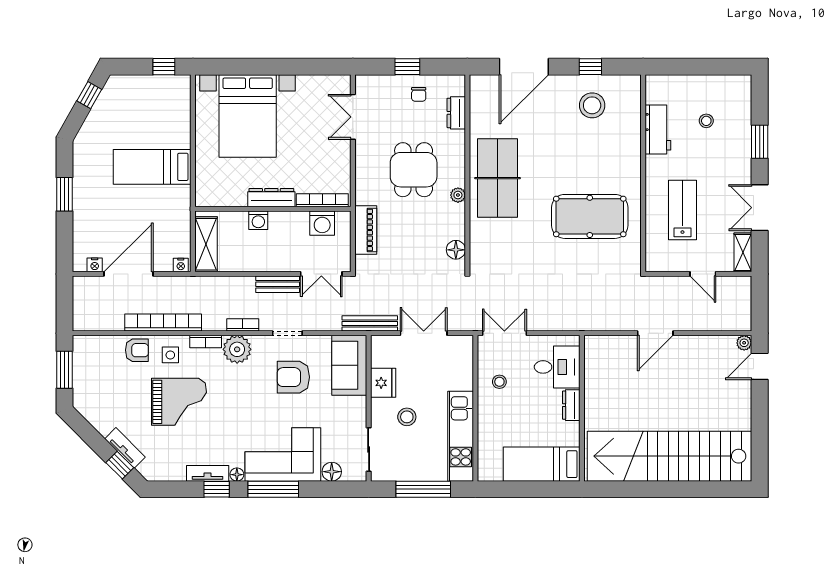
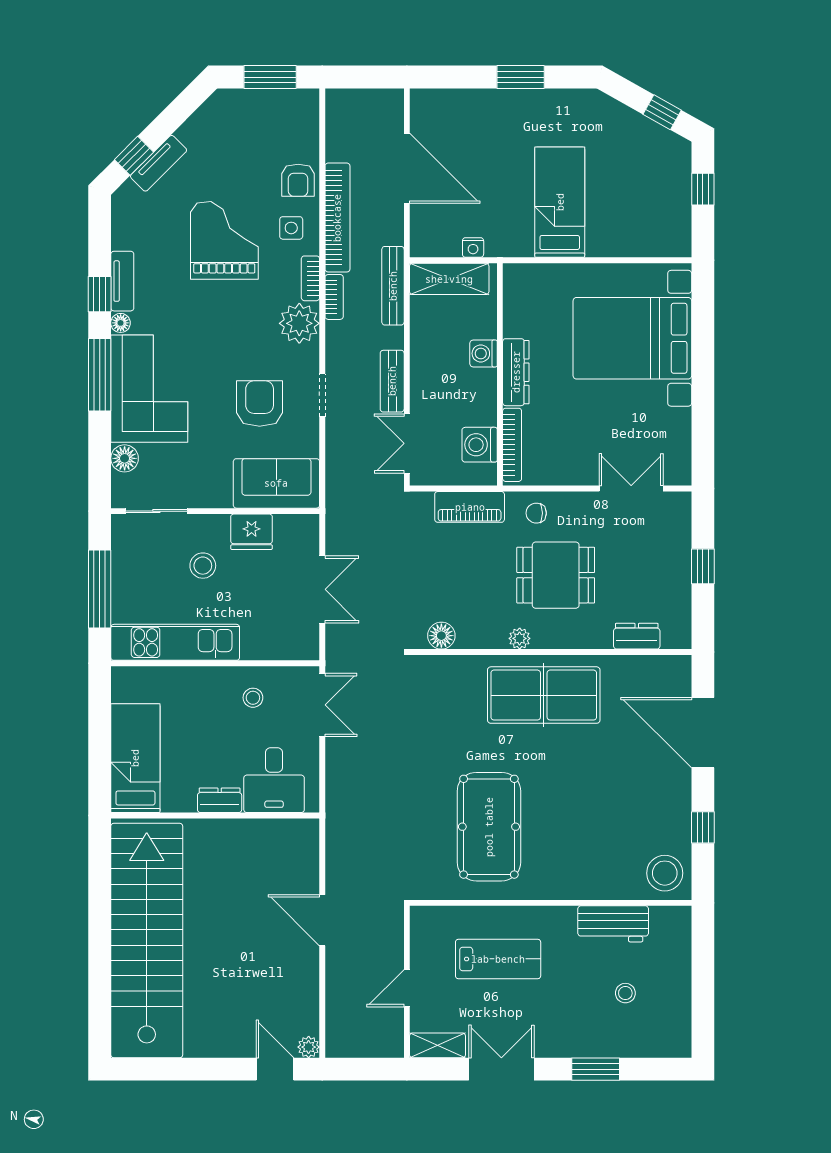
window: (164, 67) -> (703, 189), moved
chair: (419, 94) -> (536, 513), moved
stool: (592, 105) -> (665, 873), moved
nightstand: (95, 265) -> (420, 120), removed
nightstand: (181, 265) -> (473, 247), moved, turned -90
bench: (370, 323) -> (393, 286), moved
bookcase: (243, 325) -> (334, 297), moved
grand piano: (179, 402) -> (224, 240), turned 180

